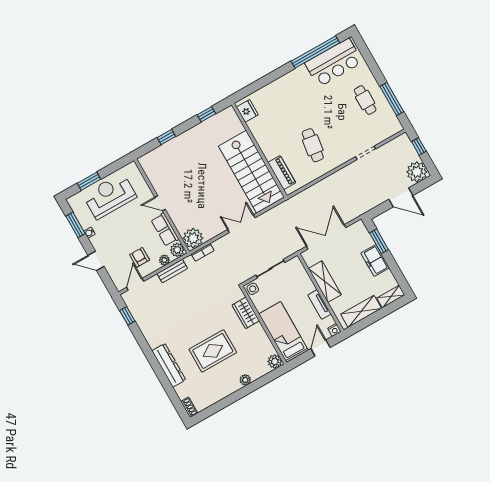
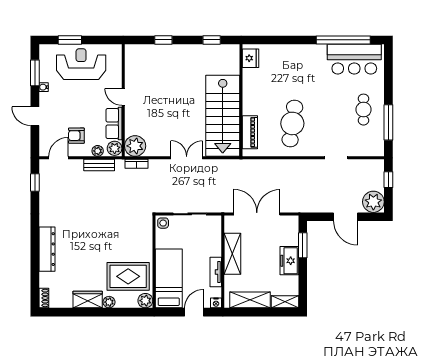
cafe table: (313, 145) -> (292, 123), width x1.37, depth x1.35
armchair: (140, 257) -> (76, 136), turned -90
wardrobe: (246, 313) -> (88, 299), moved, turned 90
rug: (213, 351) -> (128, 276), moved

